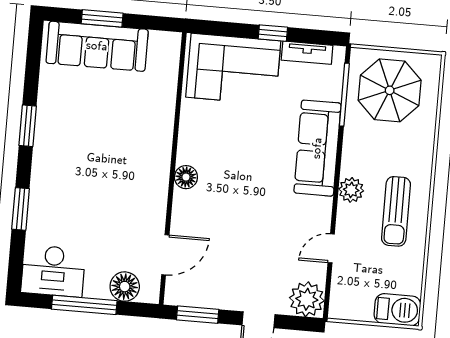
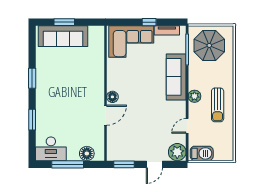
door: (165, 255) -> (106, 115), moved
barbecue: (397, 310) -> (202, 153), moved

